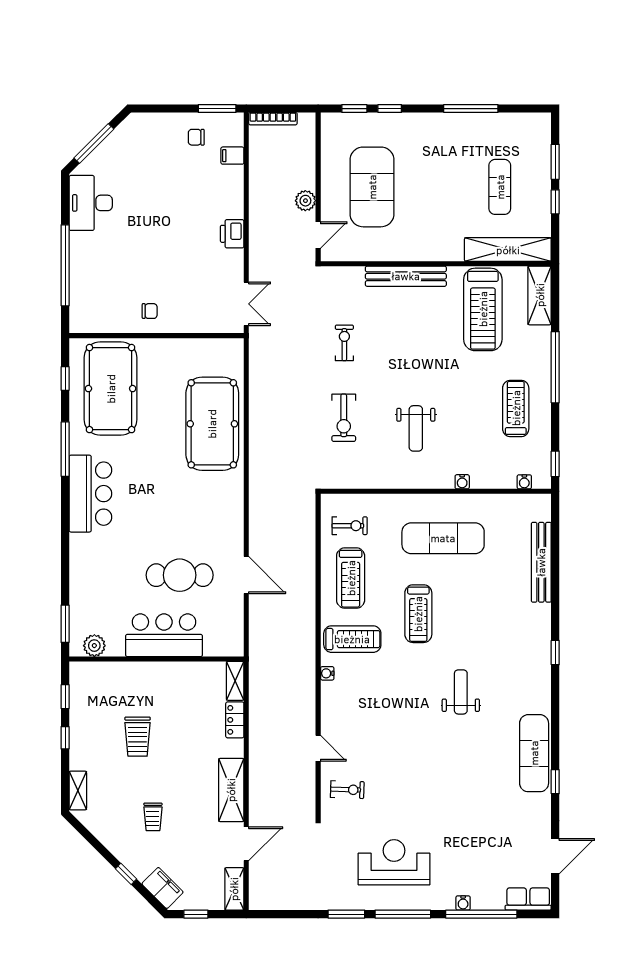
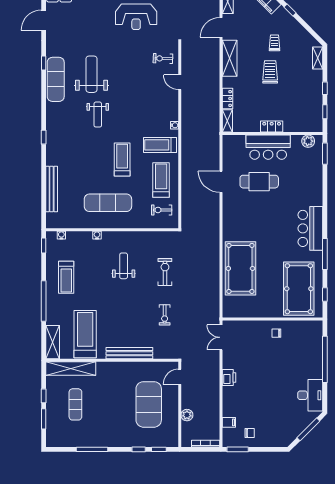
plant: (305, 201) -> (187, 415), moved
locker: (158, 671) -> (272, 127), added
trolley: (138, 737) -> (270, 72), moved
weight bench: (472, 762) -> (92, 74), added

